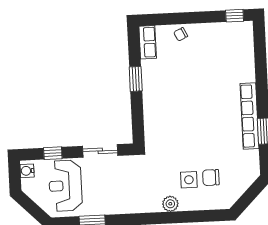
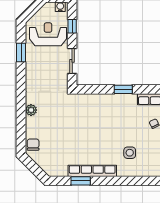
chair: (211, 177) -> (33, 145), moved
side table: (189, 180) -> (130, 153), moved

